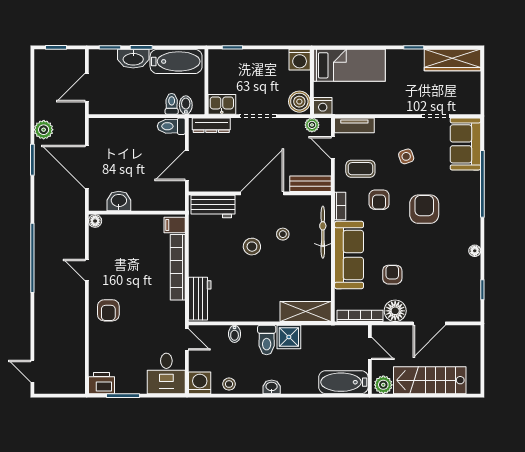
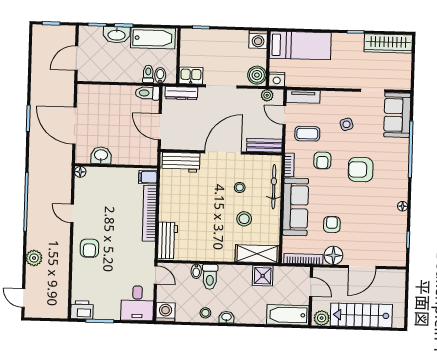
plant: (44, 130) -> (34, 258), moved
door: (187, 165) -> (160, 127), hinge flipped
armchair: (424, 209) -> (361, 170), turned -90
stool: (252, 247) -> (244, 219), moved
shower: (289, 337) -> (263, 276), moved
toilet: (267, 340) -> (210, 277), moved
stool: (229, 384) -> (205, 313), moved

